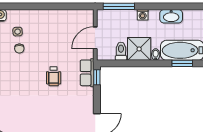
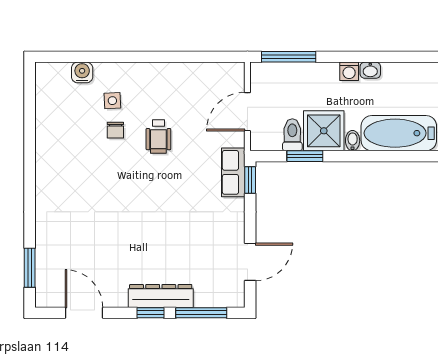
washing machine: (143, 15) -> (349, 71), moved
washbasin: (171, 16) -> (370, 70), width x0.52, depth x0.69
window: (182, 63) -> (305, 156), moved
wheelchair: (54, 76) -> (158, 136), moved

